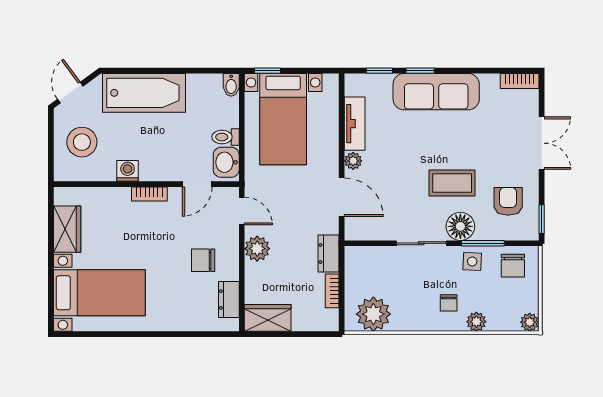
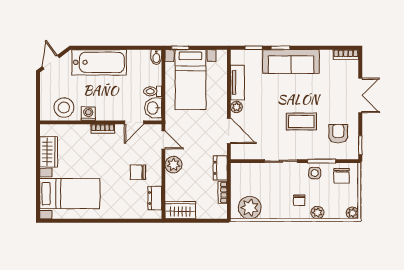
stool: (82, 142) -> (64, 108), moved
floor lamp: (460, 226) -> (307, 150), removed

